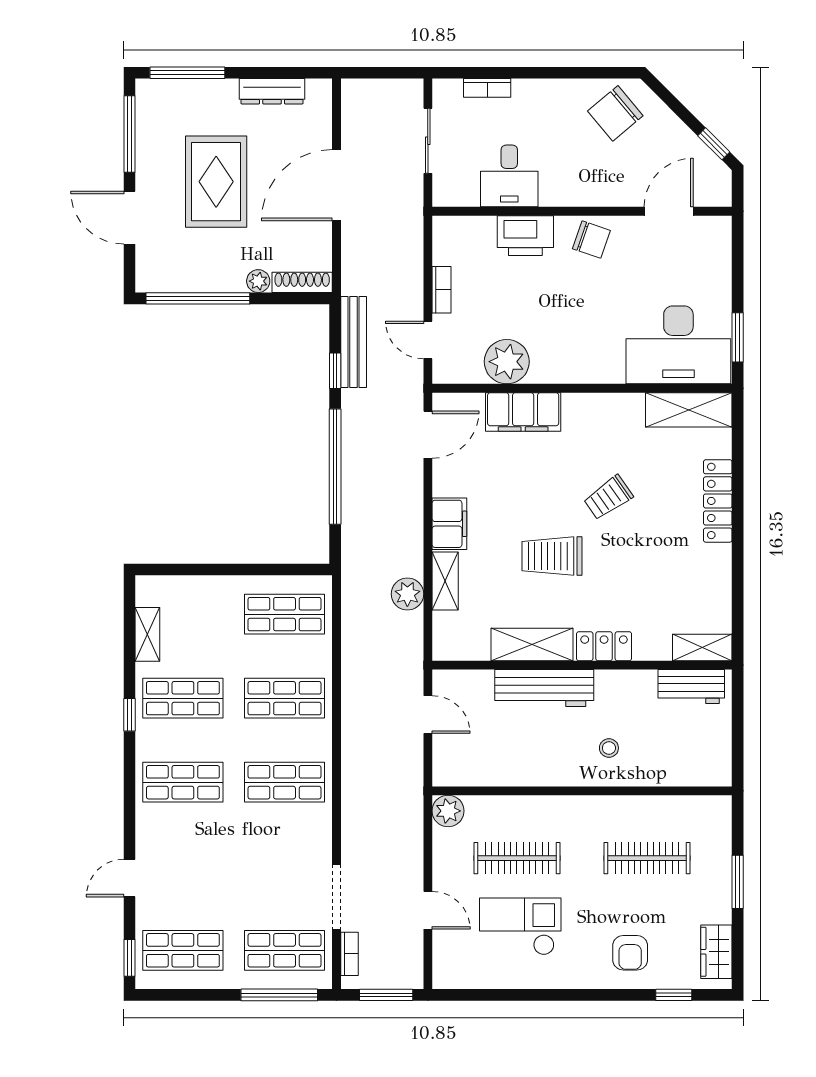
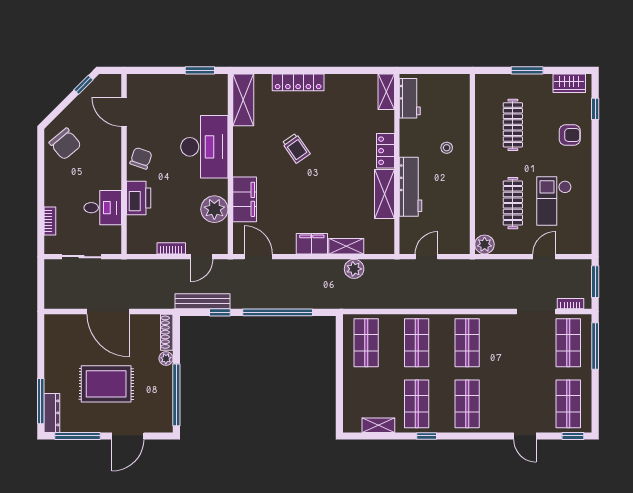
dresser: (272, 91) -> (52, 413), moved
desk: (678, 345) -> (204, 147), moved
trolley: (552, 556) -> (331, 182), removed

